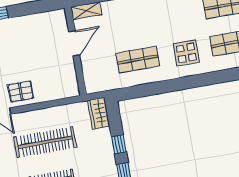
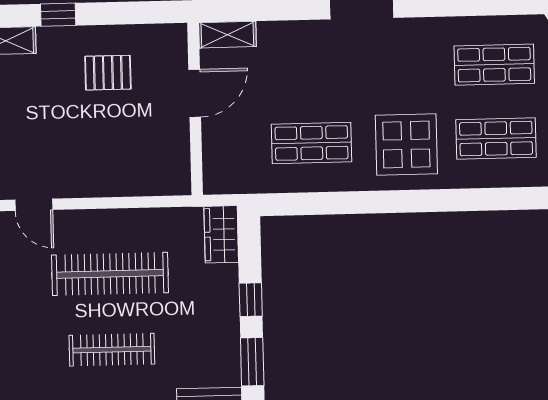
display table: (186, 53) -> (406, 145), width x1.36, depth x1.36
pallet: (21, 91) -> (108, 73), moved

